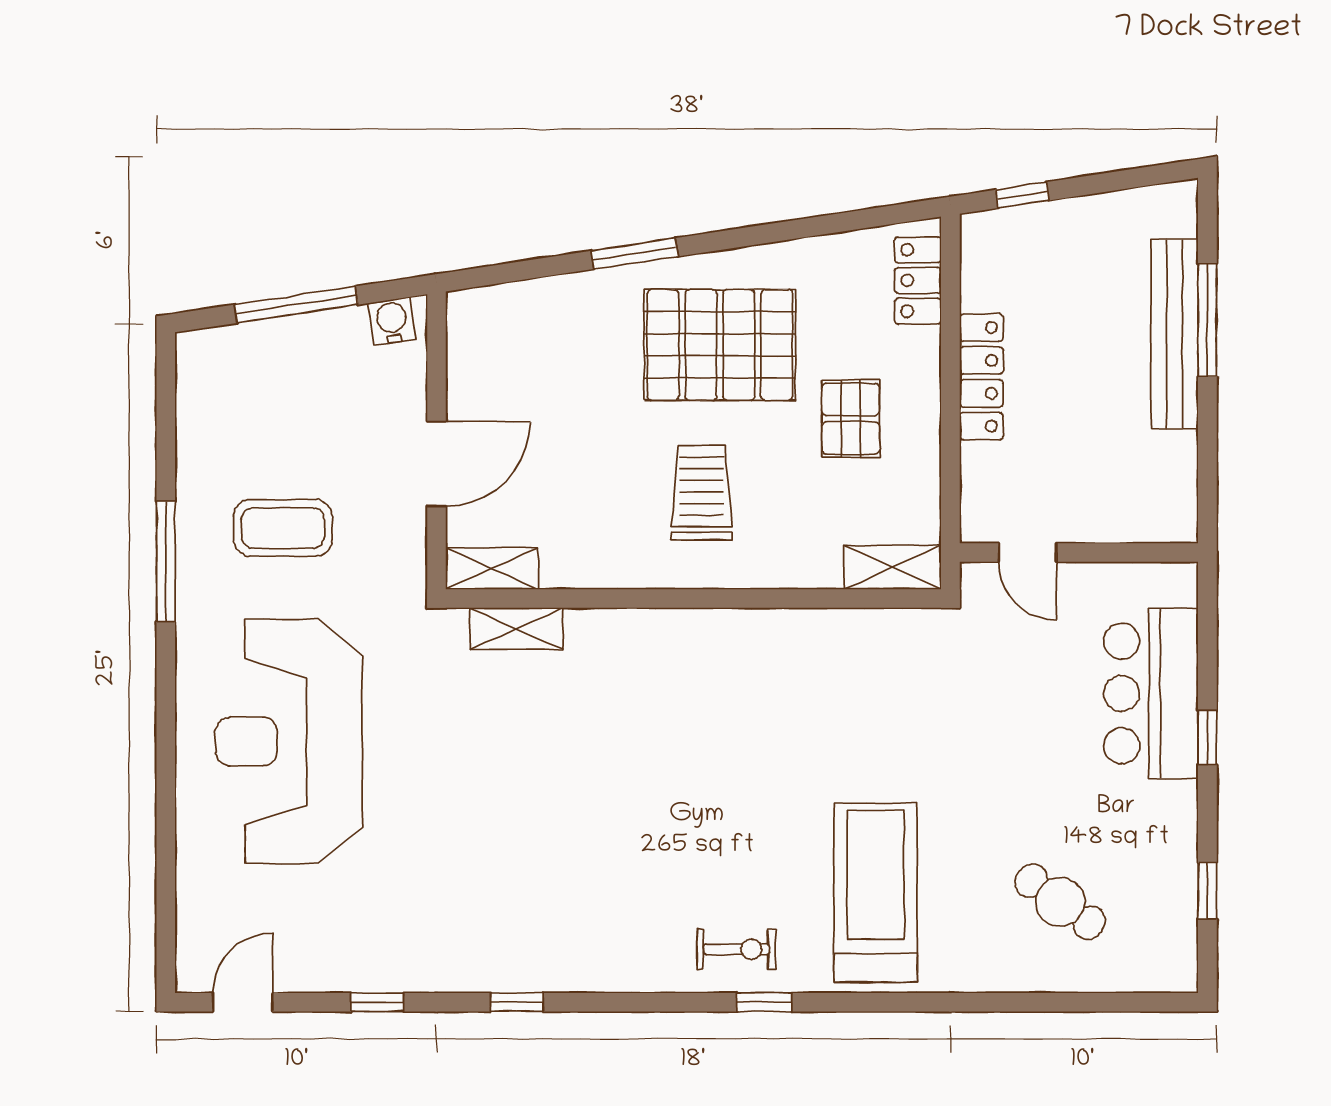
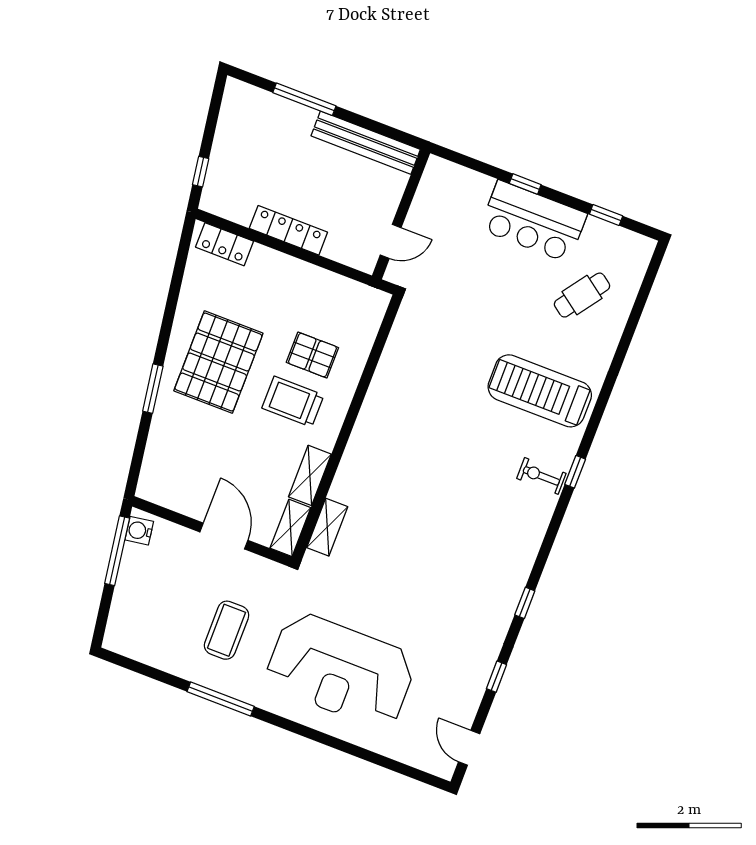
window: (296, 305) -> (117, 551), moved
bench: (1175, 334) -> (366, 143), moved
pallet: (851, 419) -> (312, 355), moved
shelving: (892, 567) -> (310, 475), moved
bar counter: (1151, 694) -> (533, 221), moved
exercise bike: (736, 949) -> (541, 476), turned -90

